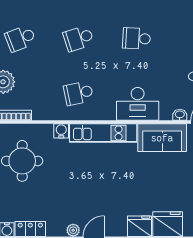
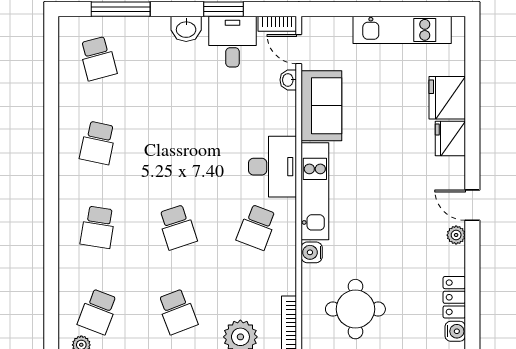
school desk: (137, 38) -> (177, 143), removed
school desk: (78, 93) -> (257, 227), turned 33
desk: (138, 104) -> (273, 167), moved

